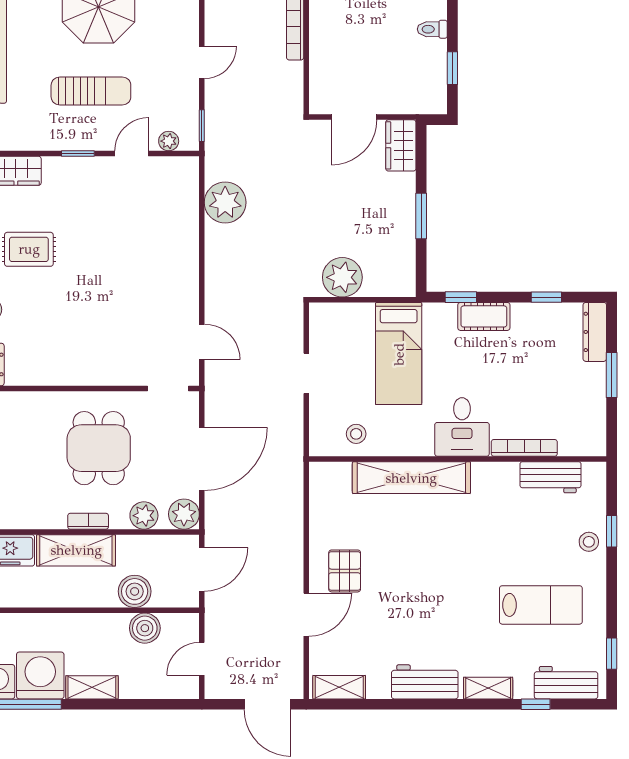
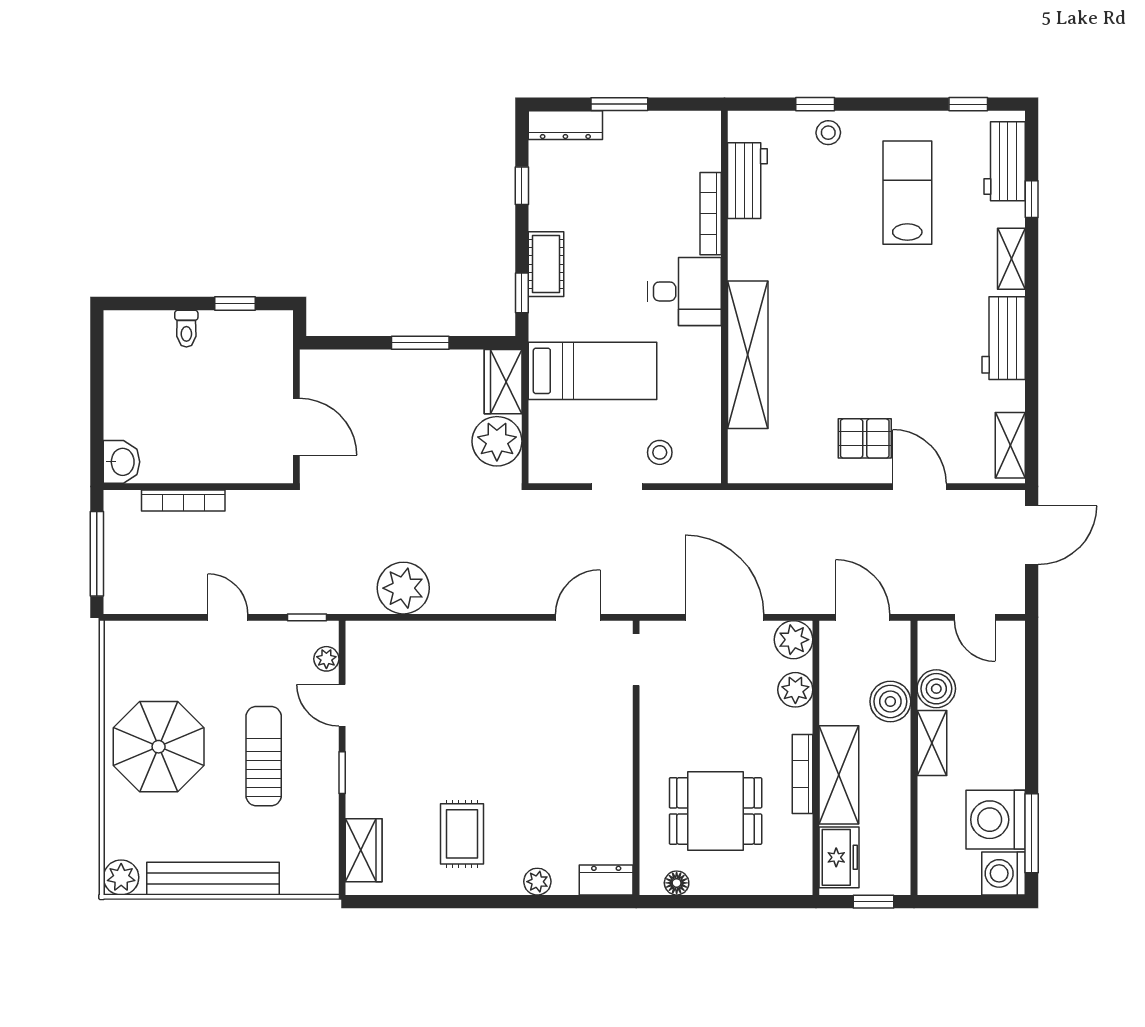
wardrobe: (401, 145) -> (503, 382), moved, turned 90
stool: (356, 434) -> (660, 452), moved
dining table: (99, 448) -> (716, 811), moved
bookcase: (88, 521) -> (803, 774), width x1.56
shelving: (92, 687) -> (932, 743), moved

